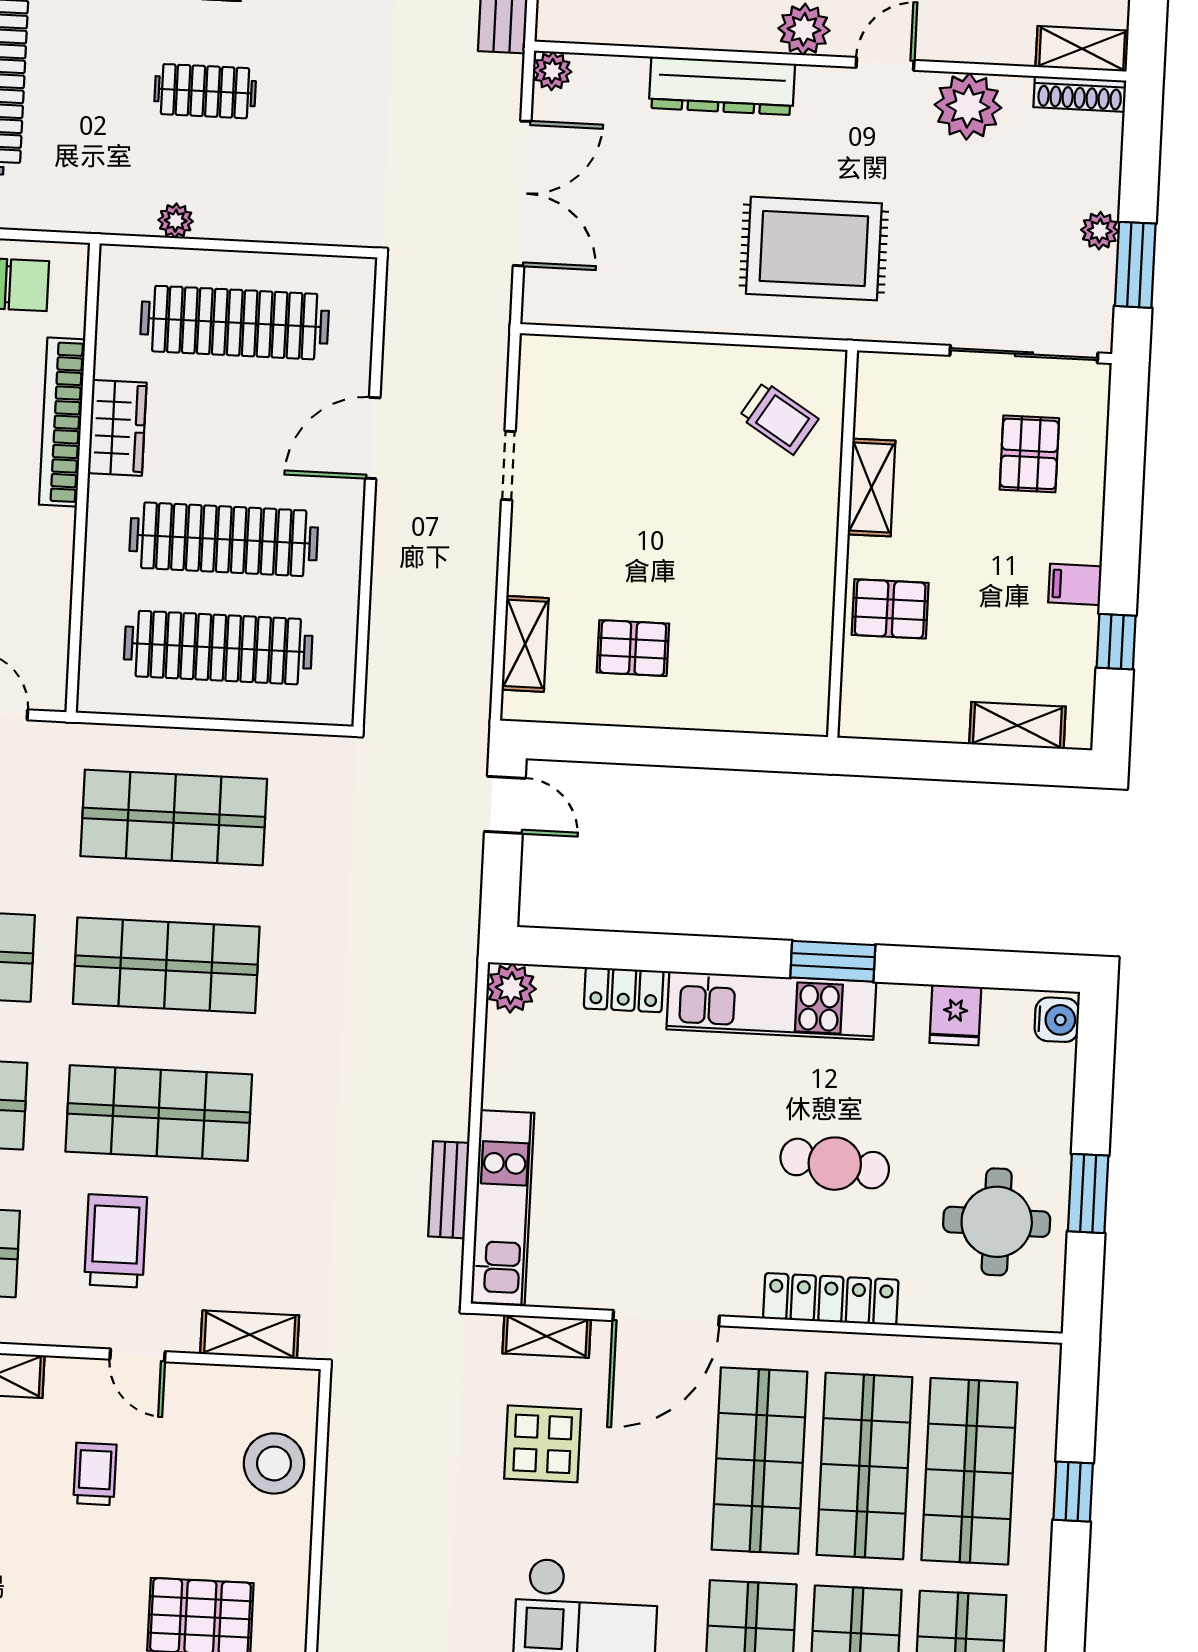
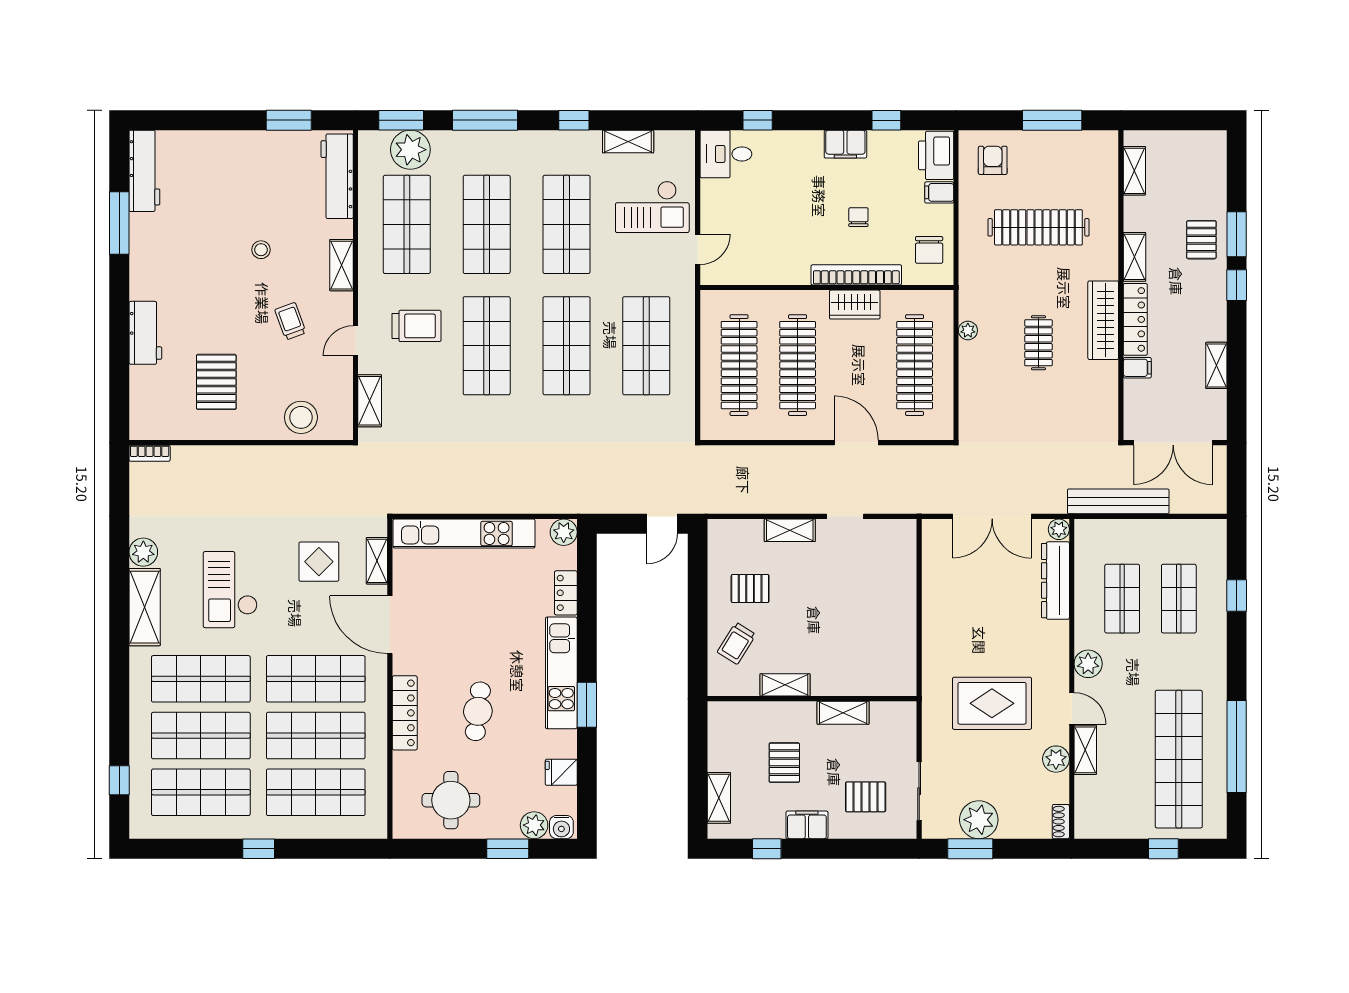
shelving: (1082, 49) -> (1085, 750), moved
dresser: (722, 86) -> (1055, 581), moved
shoe rack: (1080, 94) -> (1061, 822), width x0.70
plant: (968, 106) -> (1056, 759), width x0.73, depth x0.73
plant: (1100, 231) -> (979, 820), width x1.87, depth x1.87
rug: (814, 249) -> (992, 703), moved, turned 90
sliding door: (1024, 354) -> (919, 791), width x0.73
trolley: (779, 418) -> (737, 643), moved
filing cabinet: (1075, 584) -> (807, 825), width x2.00
shelving: (815, 592) -> (785, 685), added
pallet: (890, 609) -> (784, 763), moved
shelving: (525, 644) -> (790, 530), moved
pallet: (633, 648) -> (750, 589), turned 90
plant: (1051, 1070) -> (534, 825), added
bench: (449, 1190) -> (453, 504), removed
window: (1088, 1193) -> (508, 849), moved
kitchen unit: (502, 1208) -> (464, 534), width x1.36
trolley: (95, 1474) -> (290, 321), turned -110
window: (1073, 1492) -> (259, 849), moved

